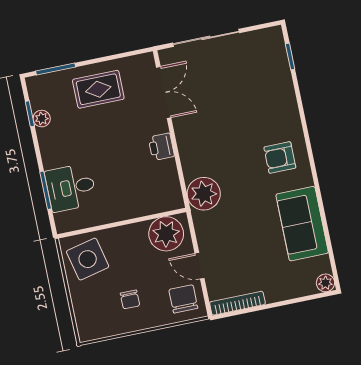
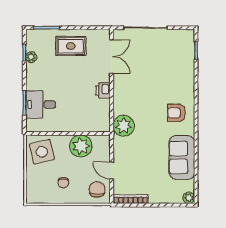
plant: (166, 234) -> (81, 146), moved

